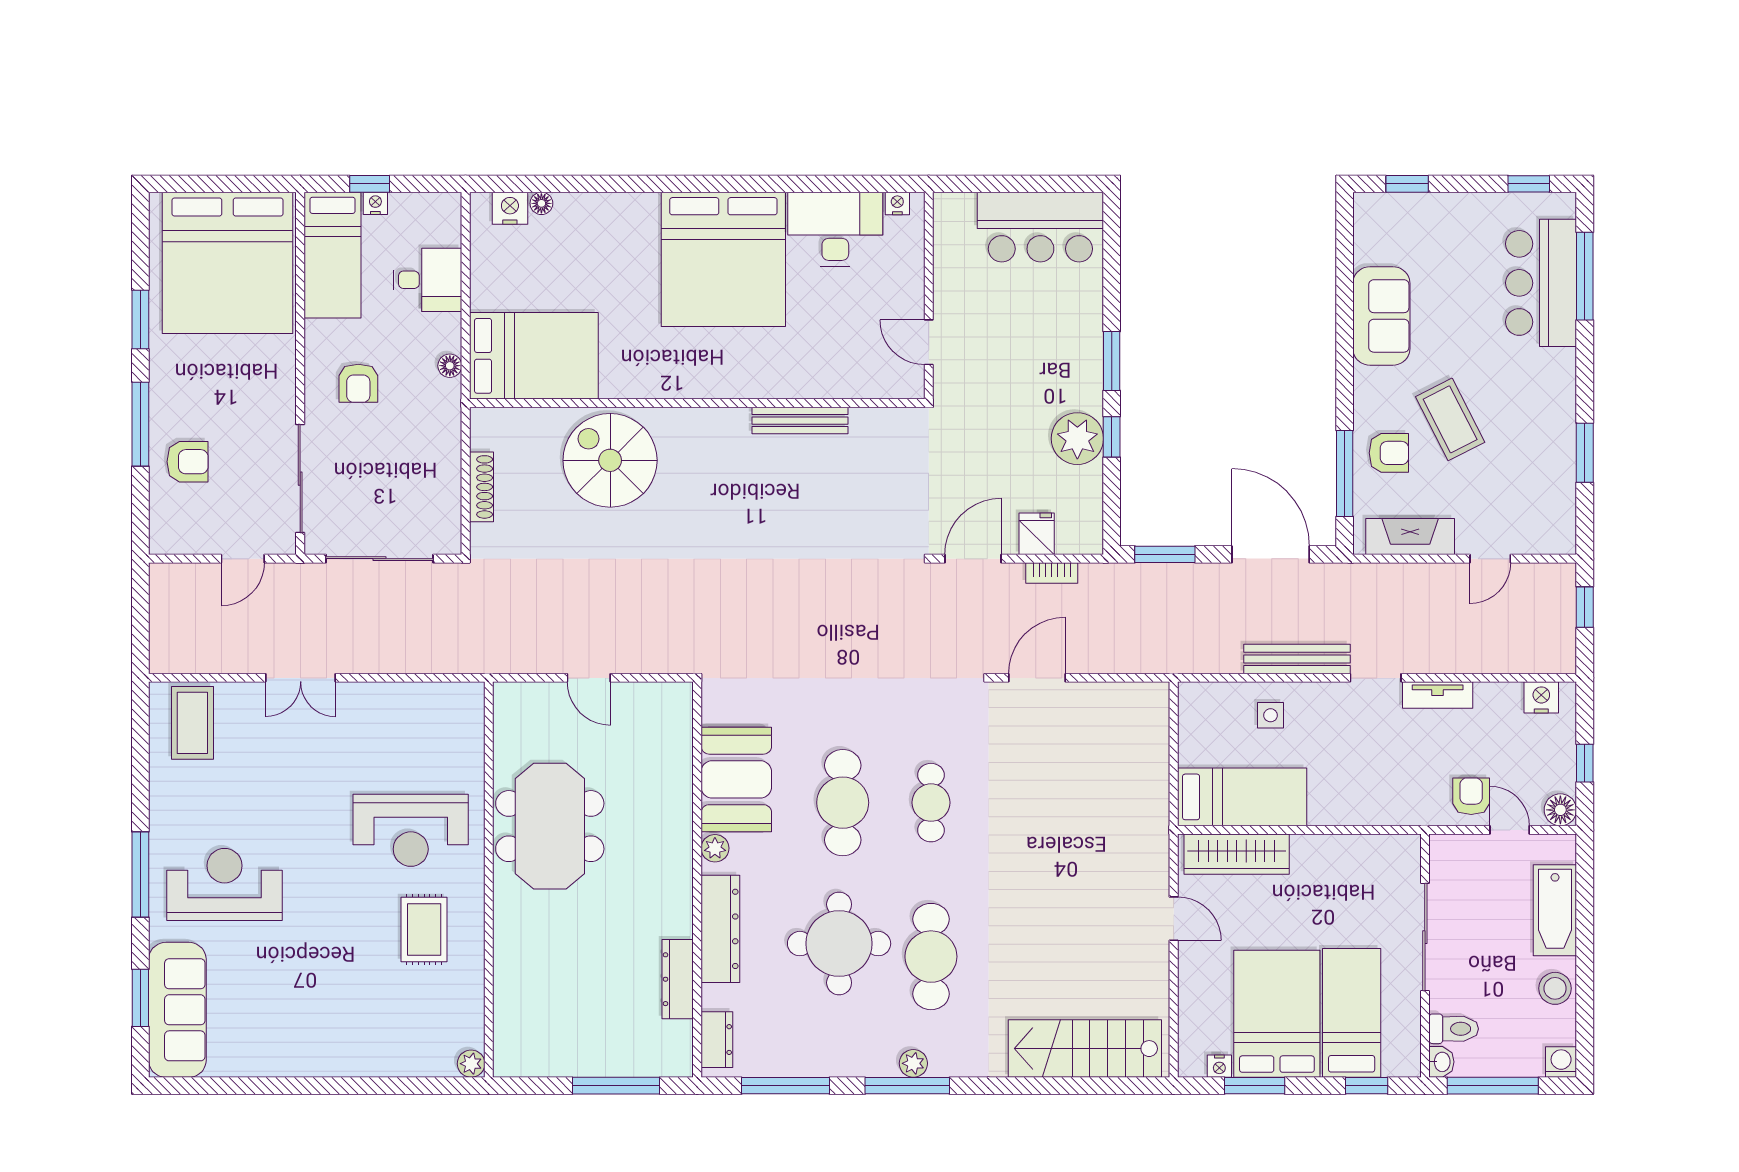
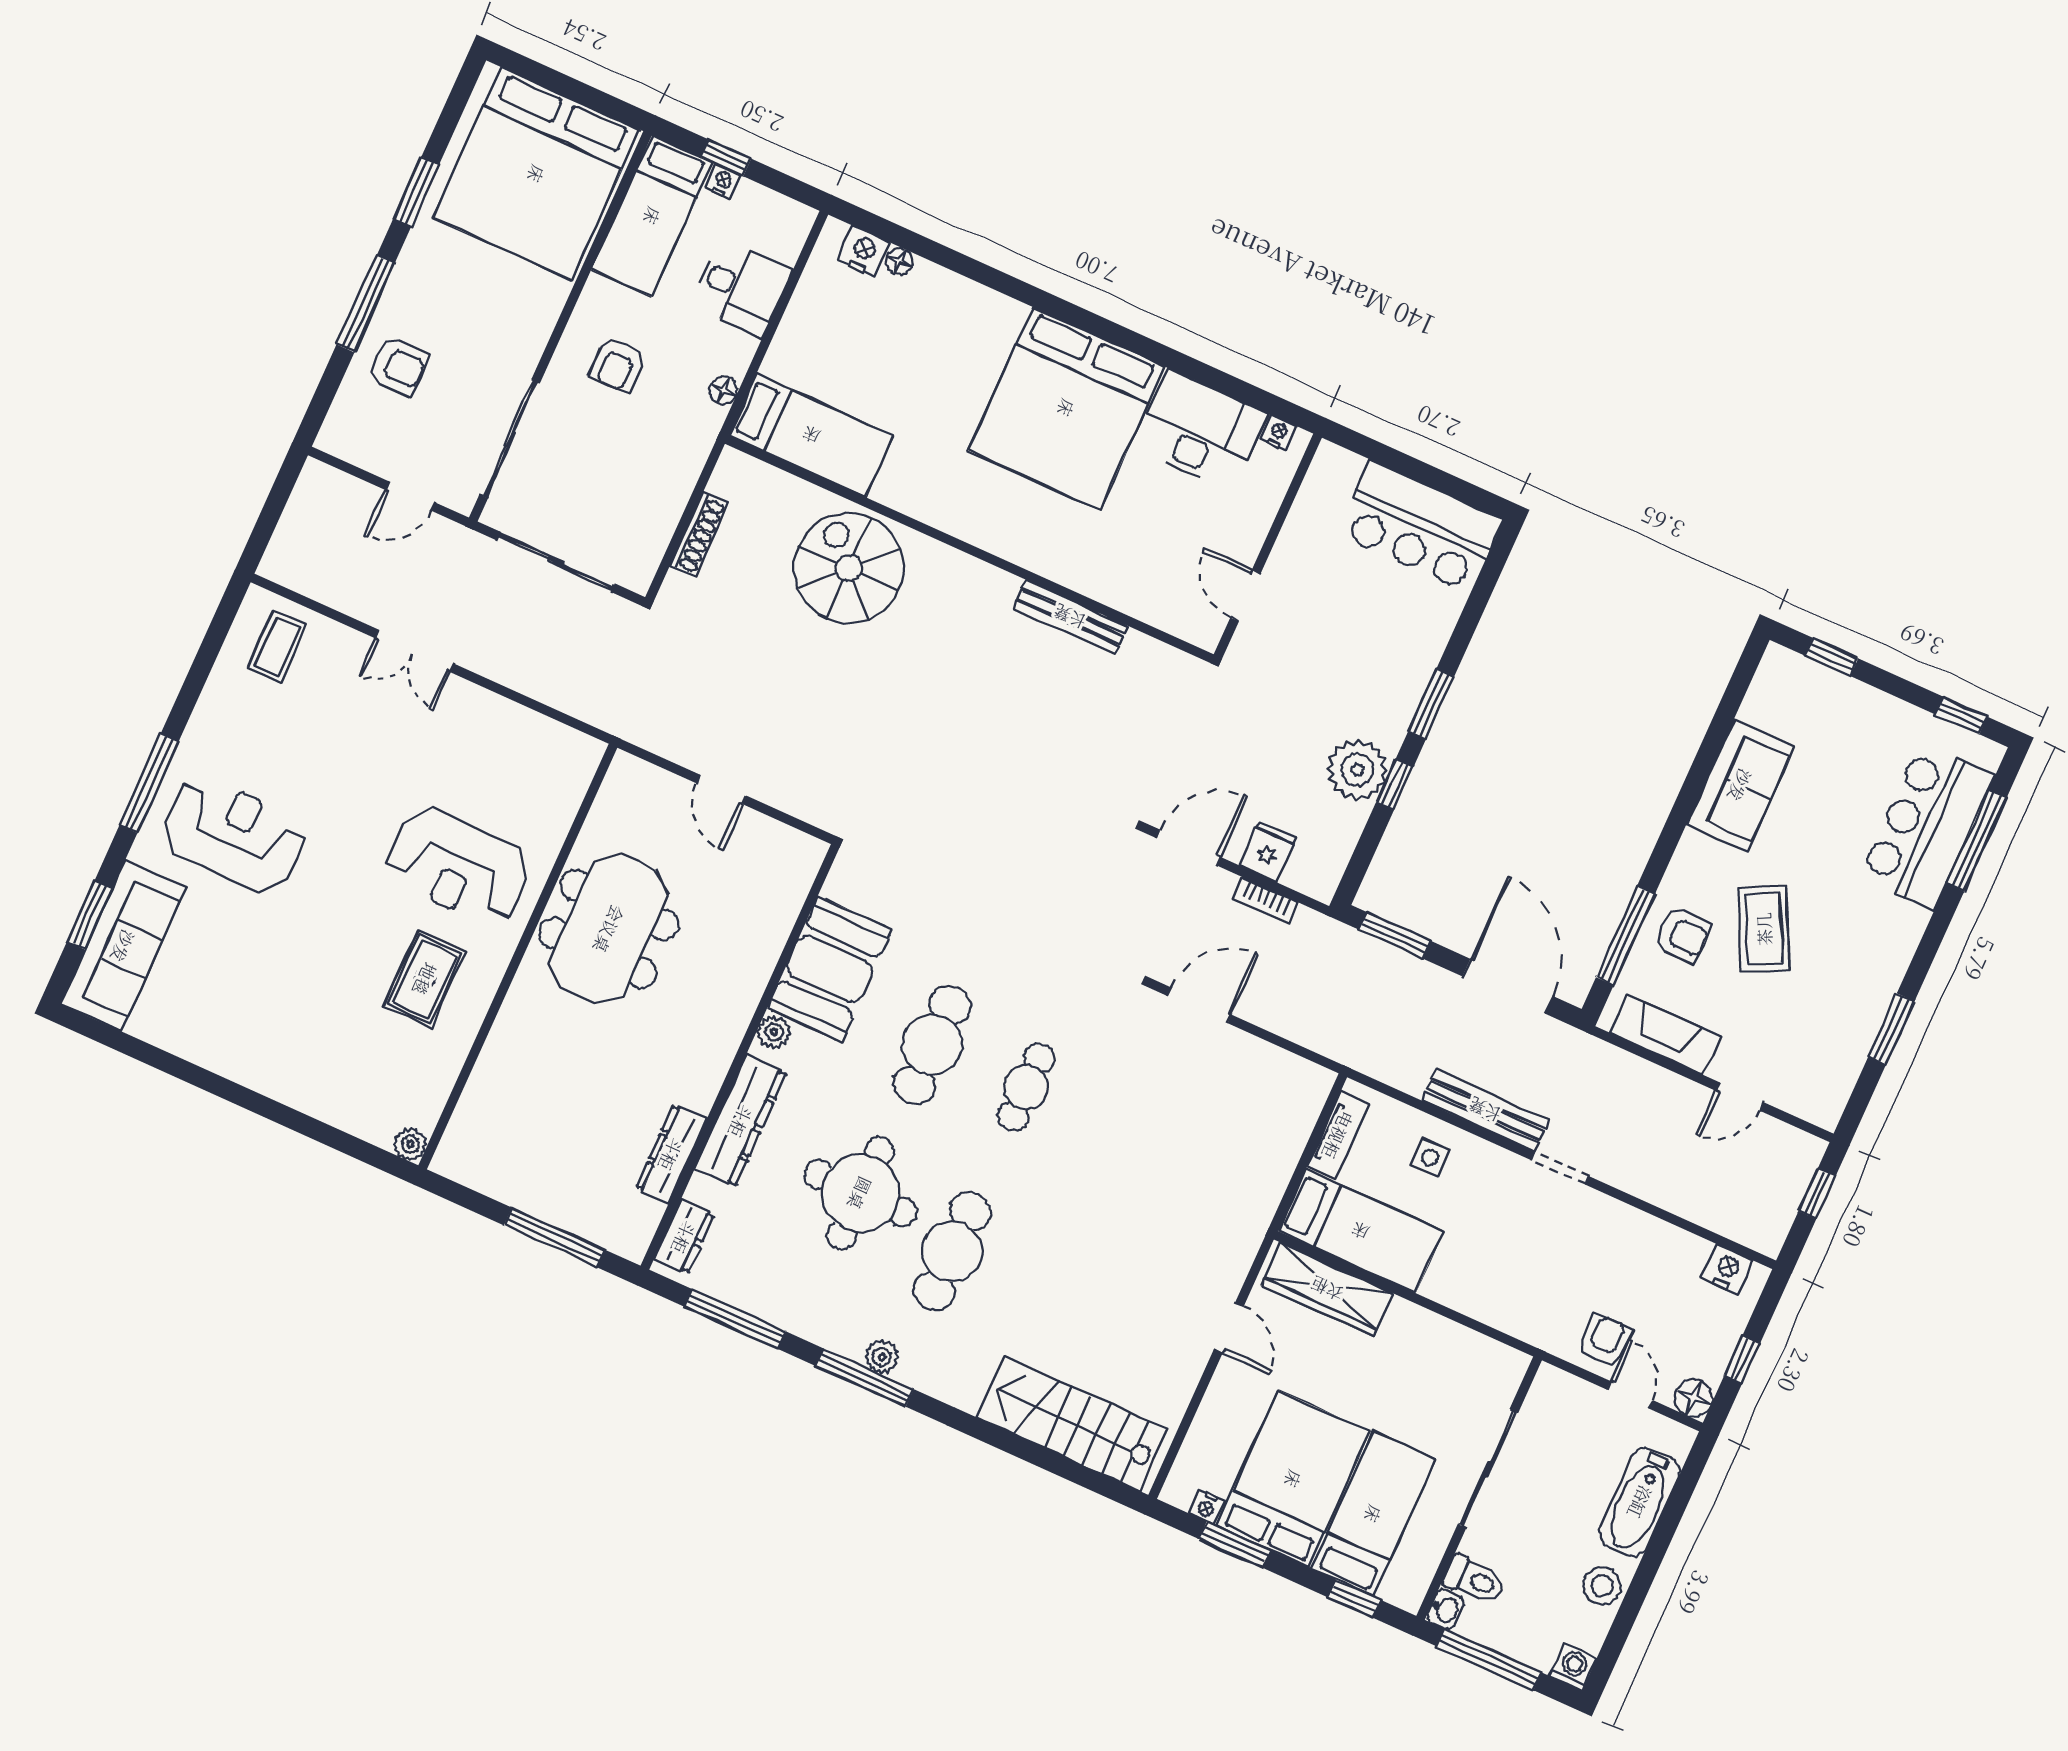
bed: (534, 356) -> (811, 435), width x0.67
tv unit: (1438, 695) -> (1338, 1135), moved, turned -90
coffee table: (192, 723) -> (277, 647), width x0.73, depth x0.77

